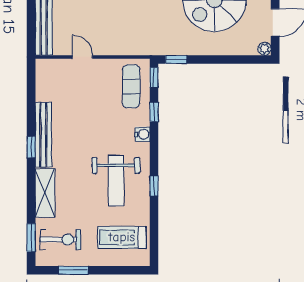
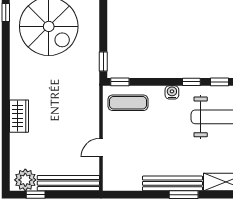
window: (154, 112) -> (191, 82), moved
window: (31, 147) -> (184, 195), width x1.50

